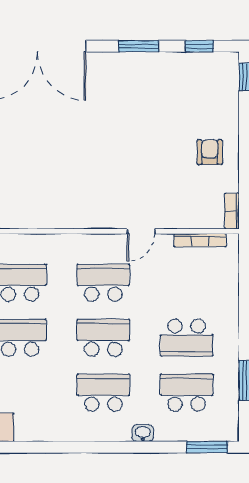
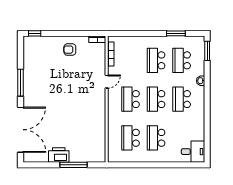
window: (139, 46) -> (21, 83), width x1.44
window: (199, 46) -> (21, 54), removed
door: (141, 231) -> (107, 82), hinge flipped
school desk: (187, 338) -> (156, 60), turned 180

